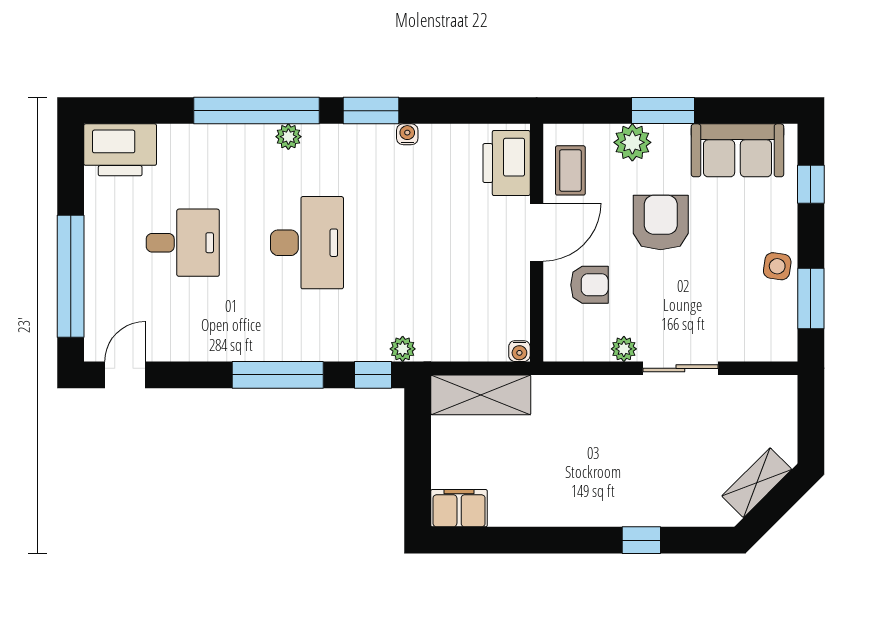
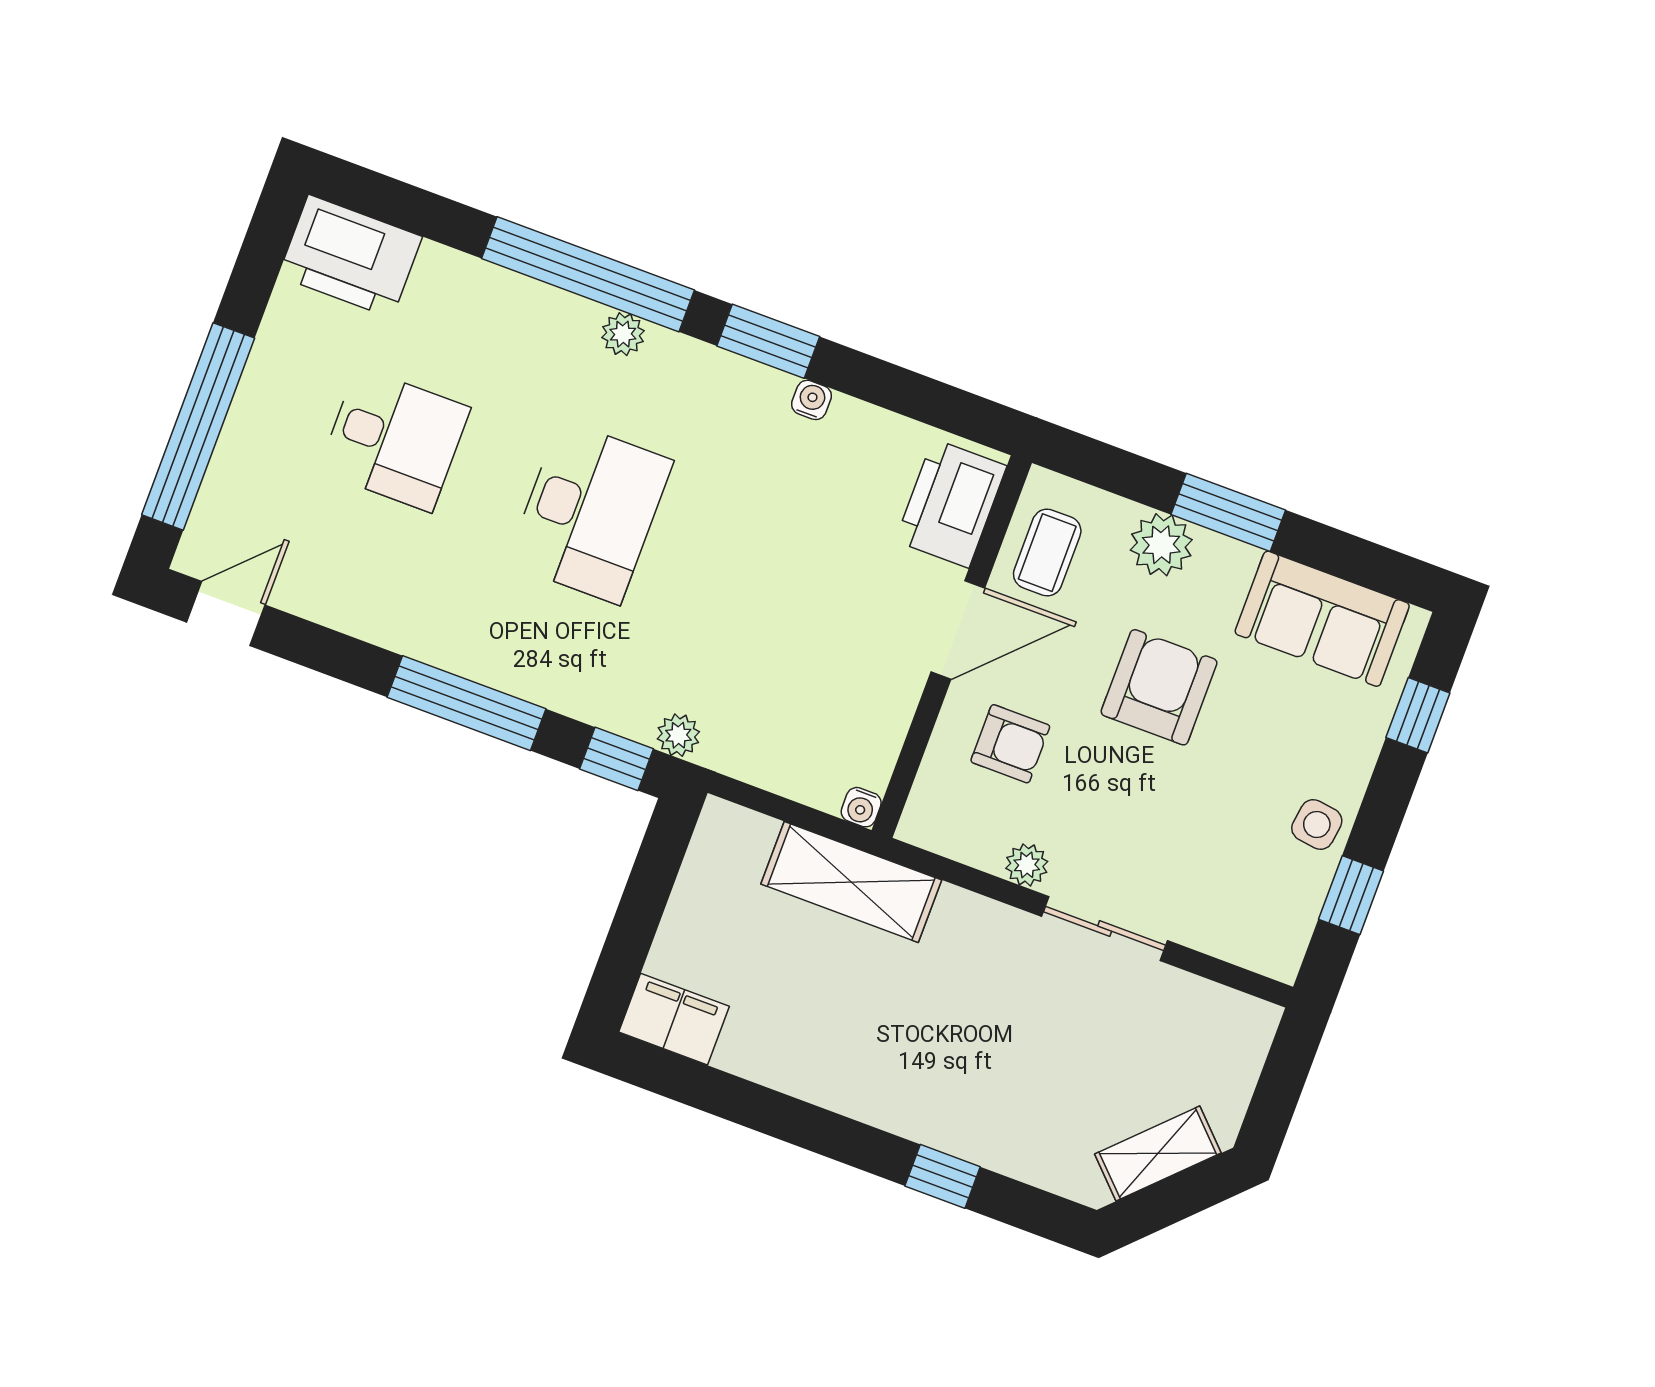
window: (811, 299) -> (1351, 895), width x0.67
shelving: (481, 395) -> (851, 882), moved

